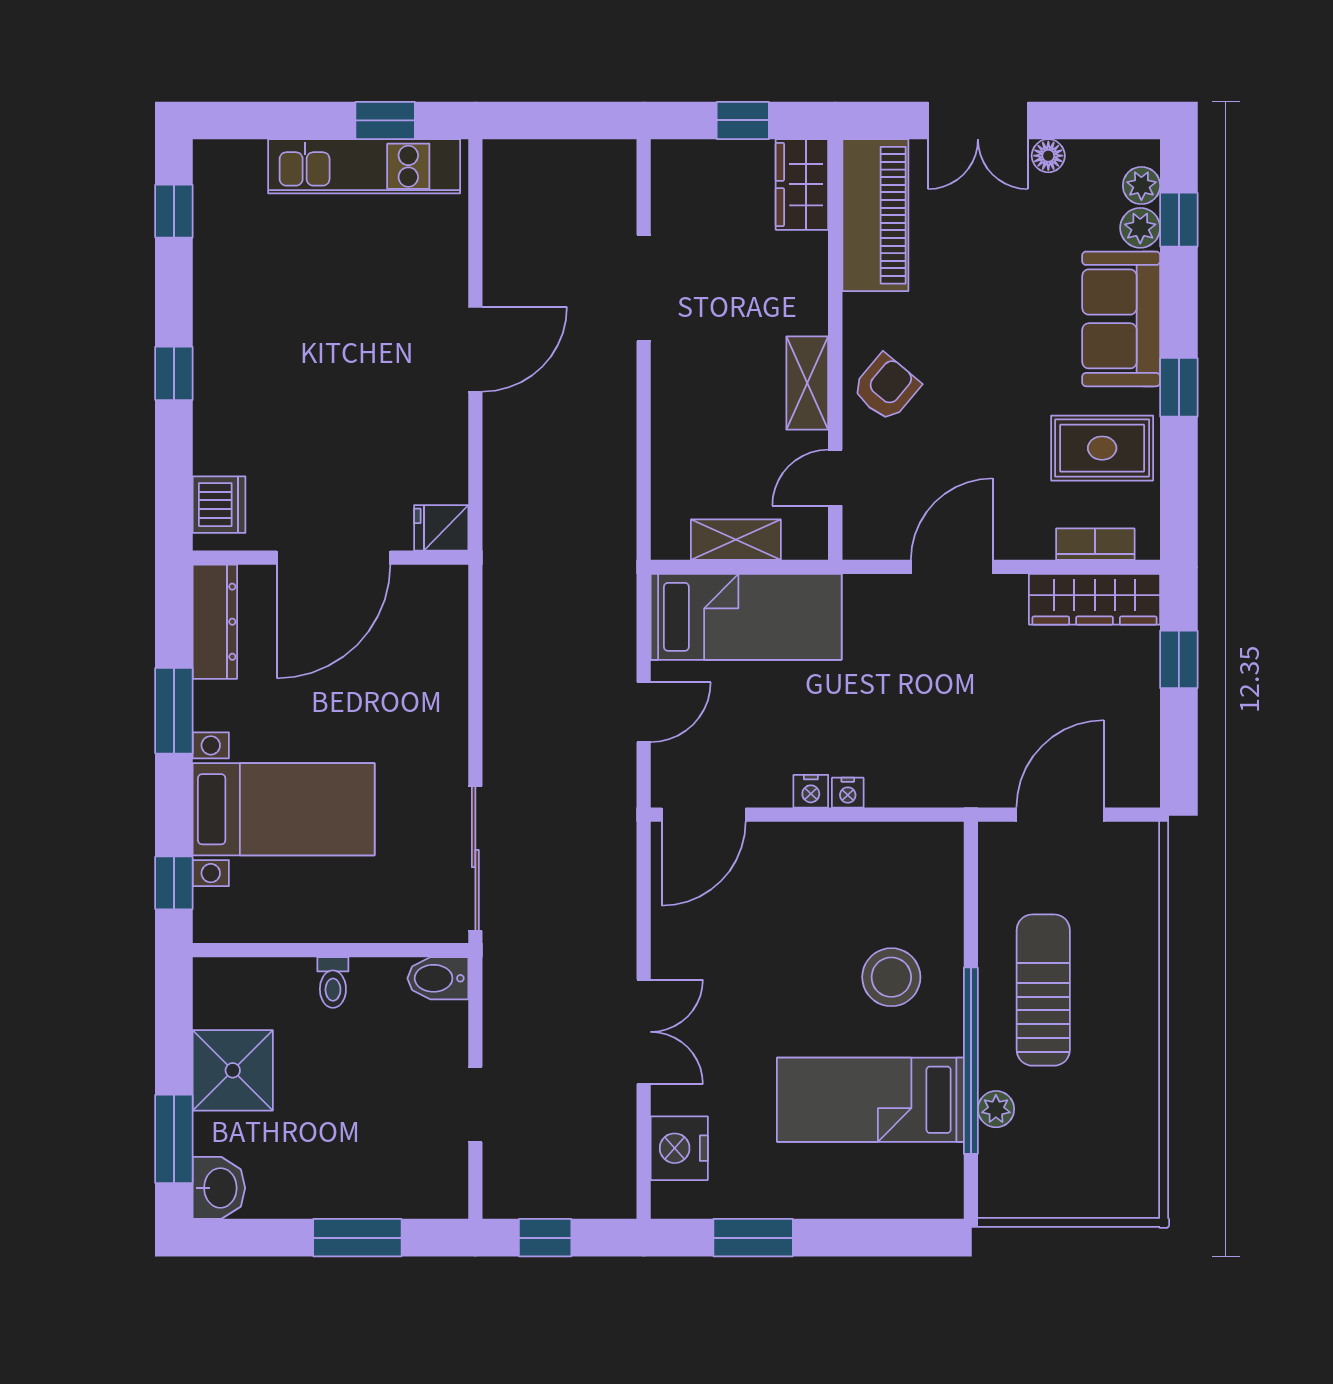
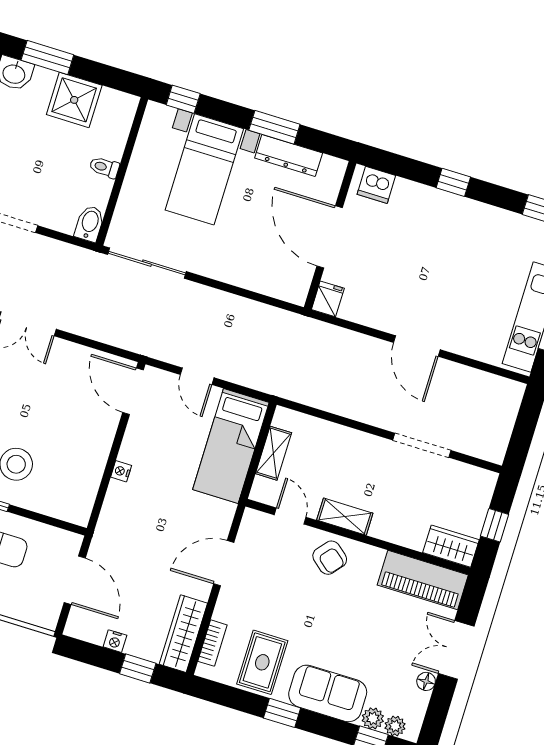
door: (952, 567) -> (224, 563), swing flipped
dresser: (215, 622) -> (289, 155), moved
nightstand: (811, 791) -> (115, 641), moved, turned -90

